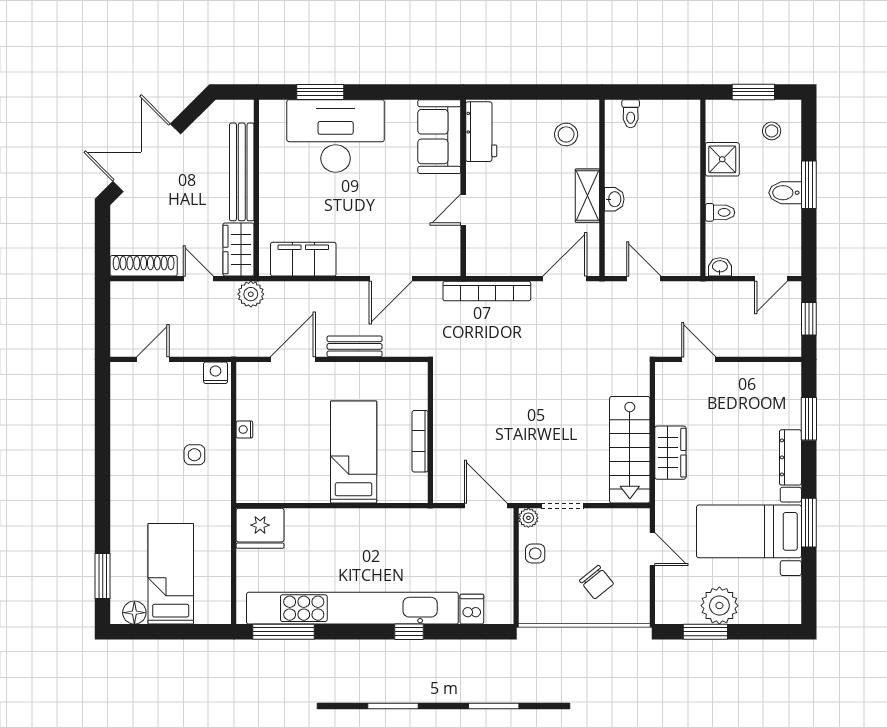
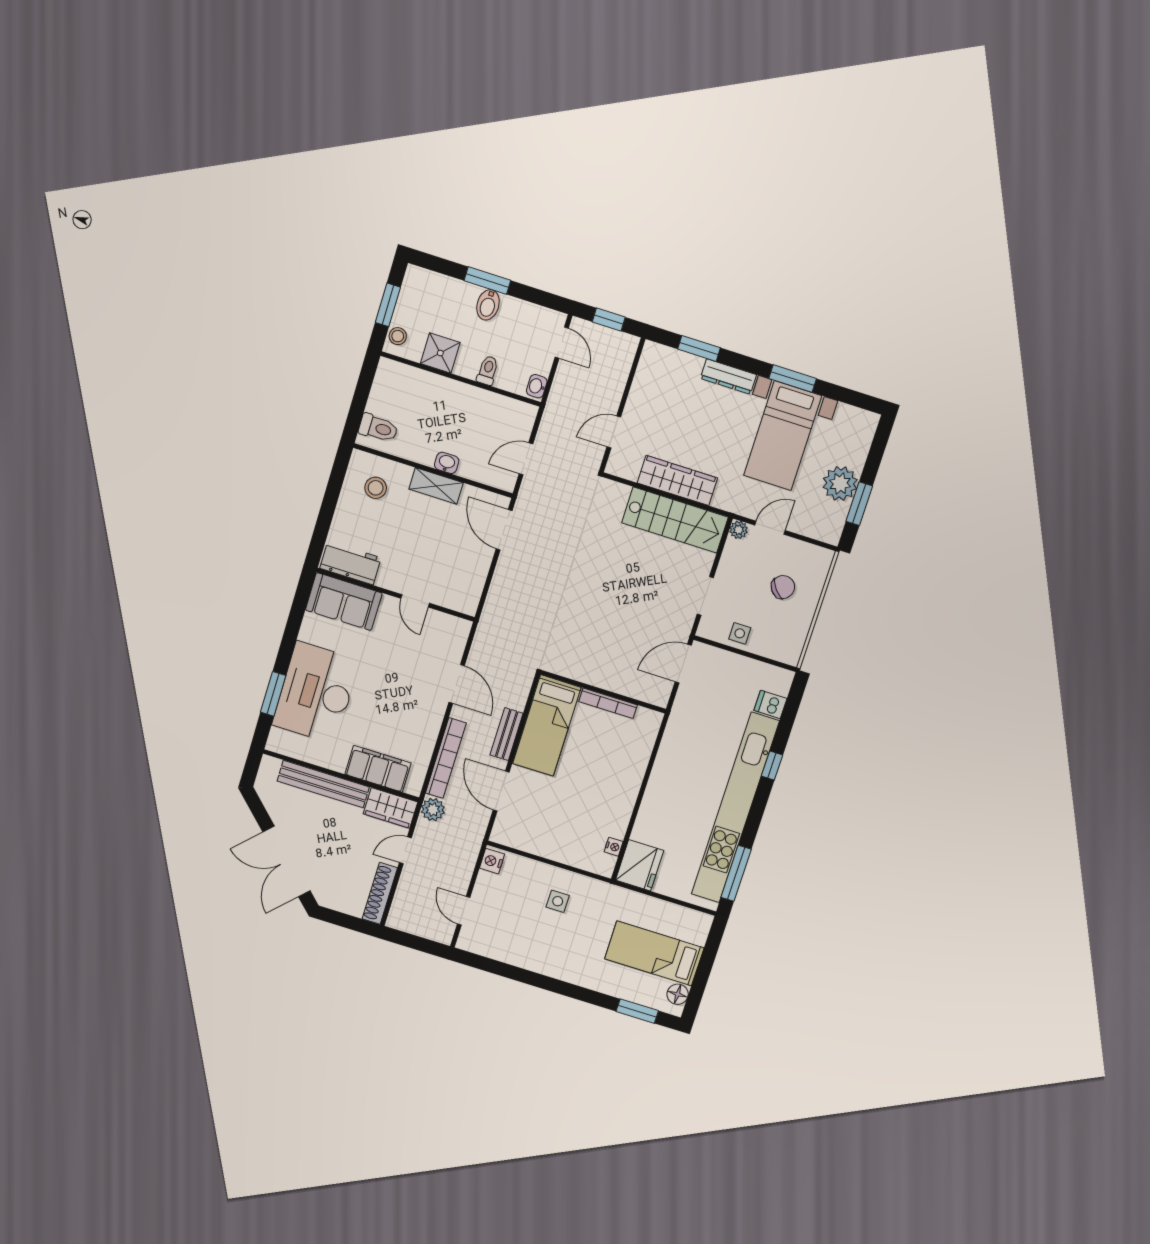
toilet: (631, 114) -> (378, 428), width x1.37, depth x1.39
stool: (772, 131) -> (398, 336), moved
filing cabinet: (303, 259) -> (378, 769), moved, turned 90
bookcase: (487, 291) -> (446, 758), moved
nightstand: (244, 429) -> (614, 847), moved, turned -90
bed: (354, 452) -> (547, 726), moved, turned -90
wardrobe: (670, 453) -> (677, 480), width x1.50
plant: (528, 518) -> (739, 530), moved

